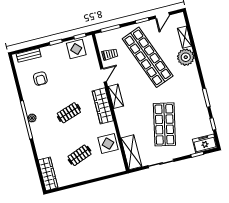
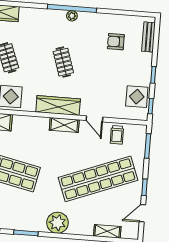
door: (162, 15) -> (142, 213), hinge flipped
plant: (186, 57) -> (57, 223), moved

